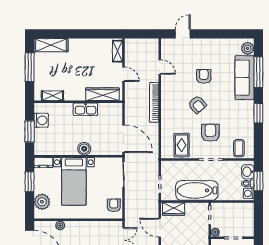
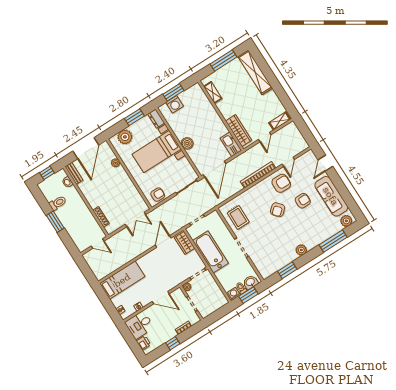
door: (183, 34) -> (325, 163), swing flipped
shelving: (51, 45) -> (255, 72), width x1.47
sofa: (244, 78) -> (331, 196), moved, turned -90
plant: (248, 106) -> (301, 250), added
kitchen sink: (85, 109) -> (231, 144), moved
window: (258, 113) -> (287, 270), moved
washing machine: (41, 120) -> (175, 104), moved
armchair: (210, 133) -> (281, 183), moved
rug: (182, 145) -> (238, 217), turned 90
coffee table: (239, 148) -> (264, 264), removed

